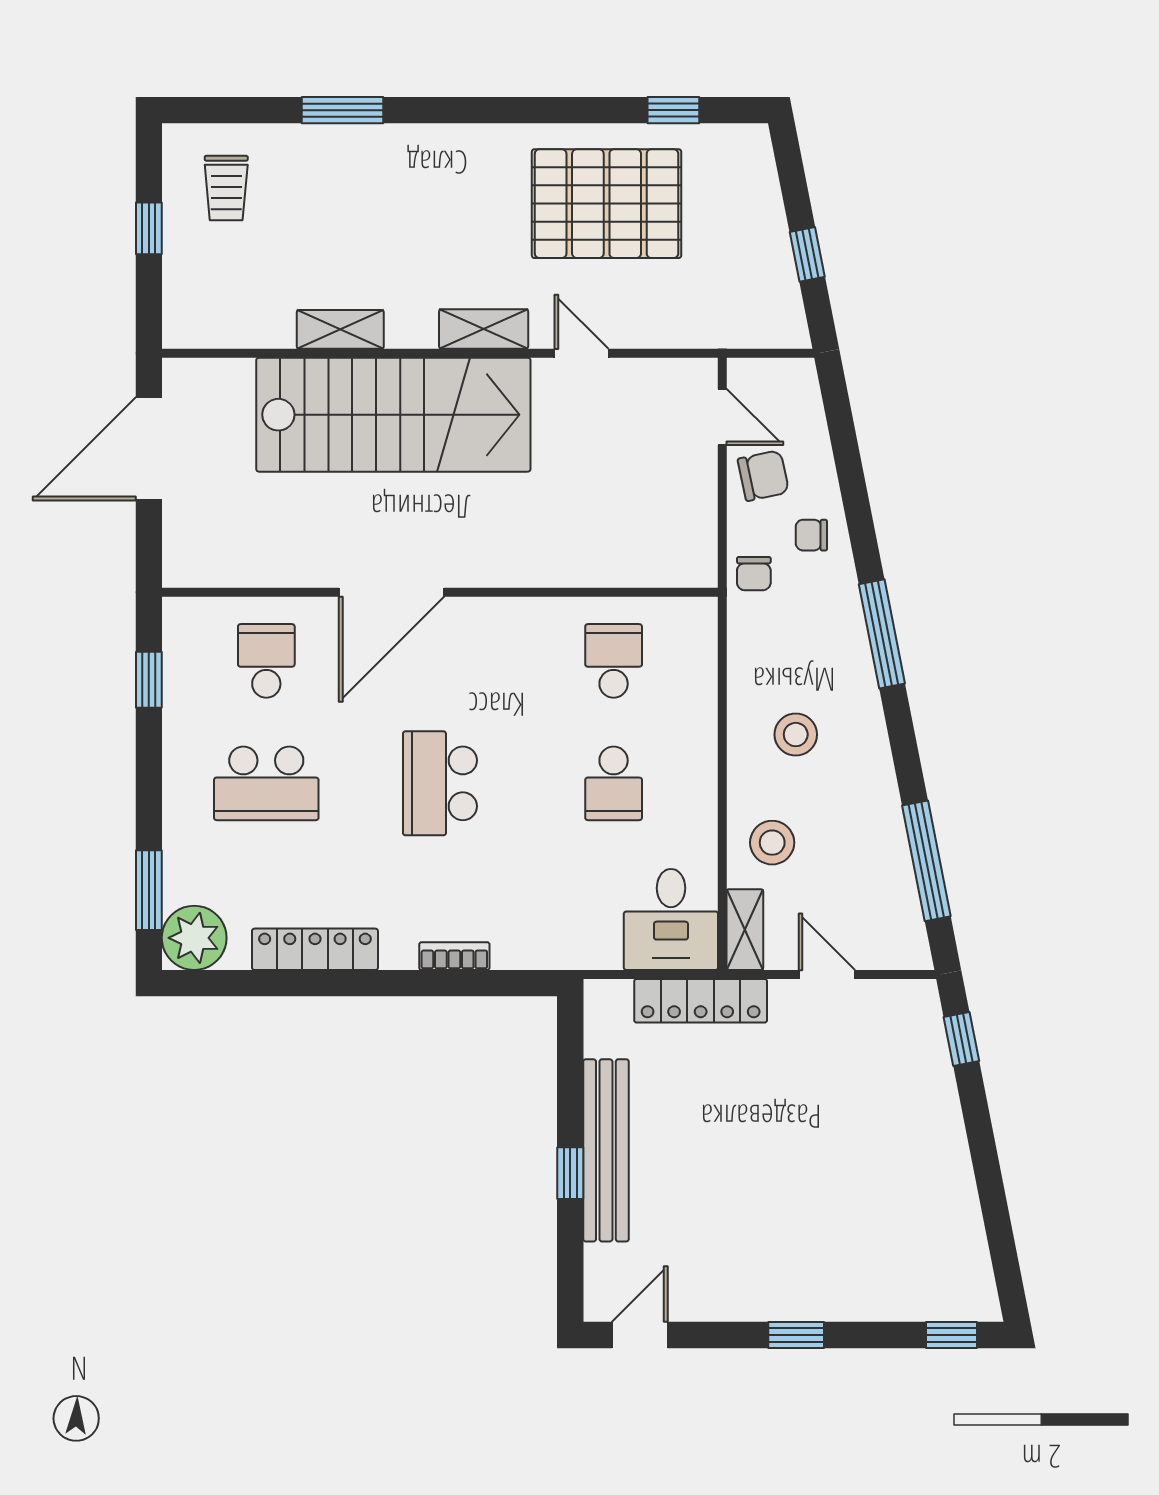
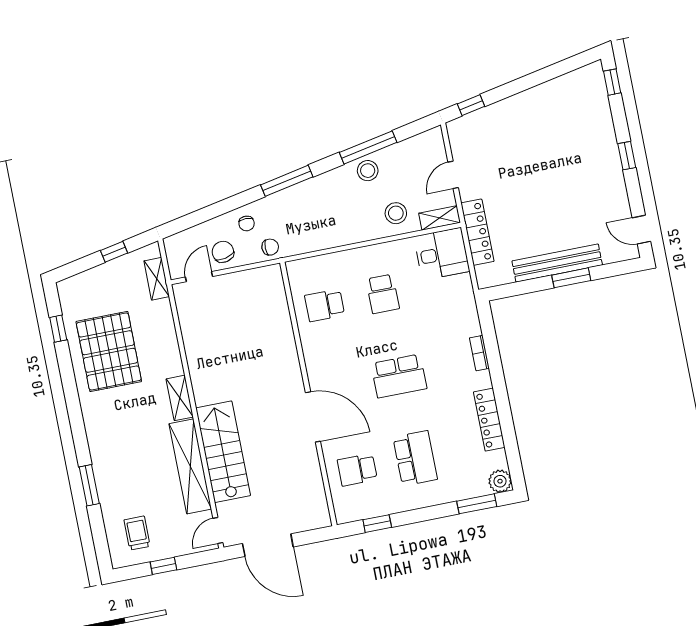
trolley: (226, 188) -> (137, 533), turned -90
shelving: (340, 329) -> (190, 466), width x2.20, depth x1.33
shelving: (735, 330) -> (157, 279), added
door: (582, 353) -> (218, 530), moved
stairs: (393, 415) -> (223, 452), width x0.73, depth x0.66
stool: (796, 735) -> (368, 171), moved
school desk: (614, 783) -> (383, 294), turned 90
window: (926, 861) -> (368, 147), moved
plant: (194, 938) -> (500, 481), width x0.73, depth x0.73
window: (570, 1173) -> (571, 278), width x1.50

